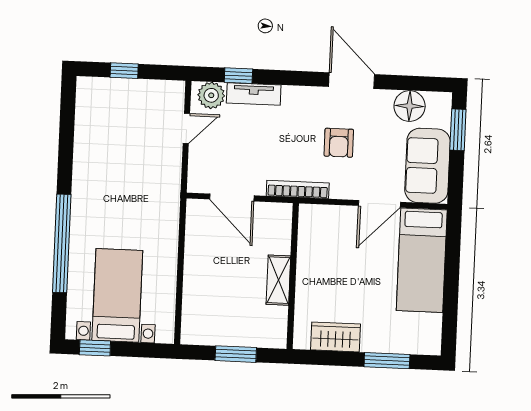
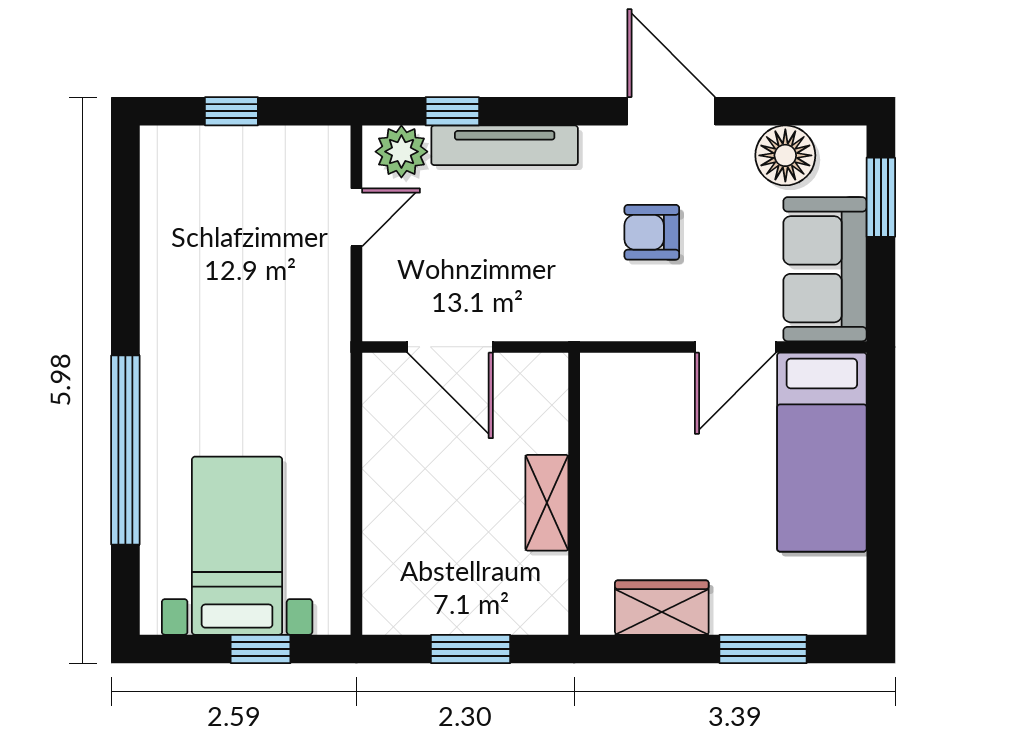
tv unit: (254, 94) -> (505, 145), width x1.41
armchair: (339, 143) -> (652, 232), turned 90
bookcase: (298, 189) -> (576, 326), removed
window: (95, 348) -> (261, 649), moved

